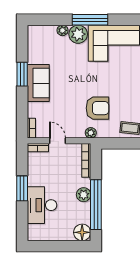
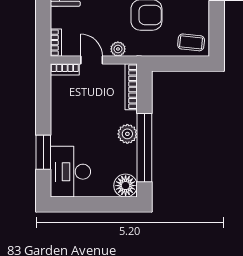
plant: (91, 133) -> (118, 49), moved
window: (22, 188) -> (43, 152), moved
desk: (42, 205) -> (70, 172), moved

